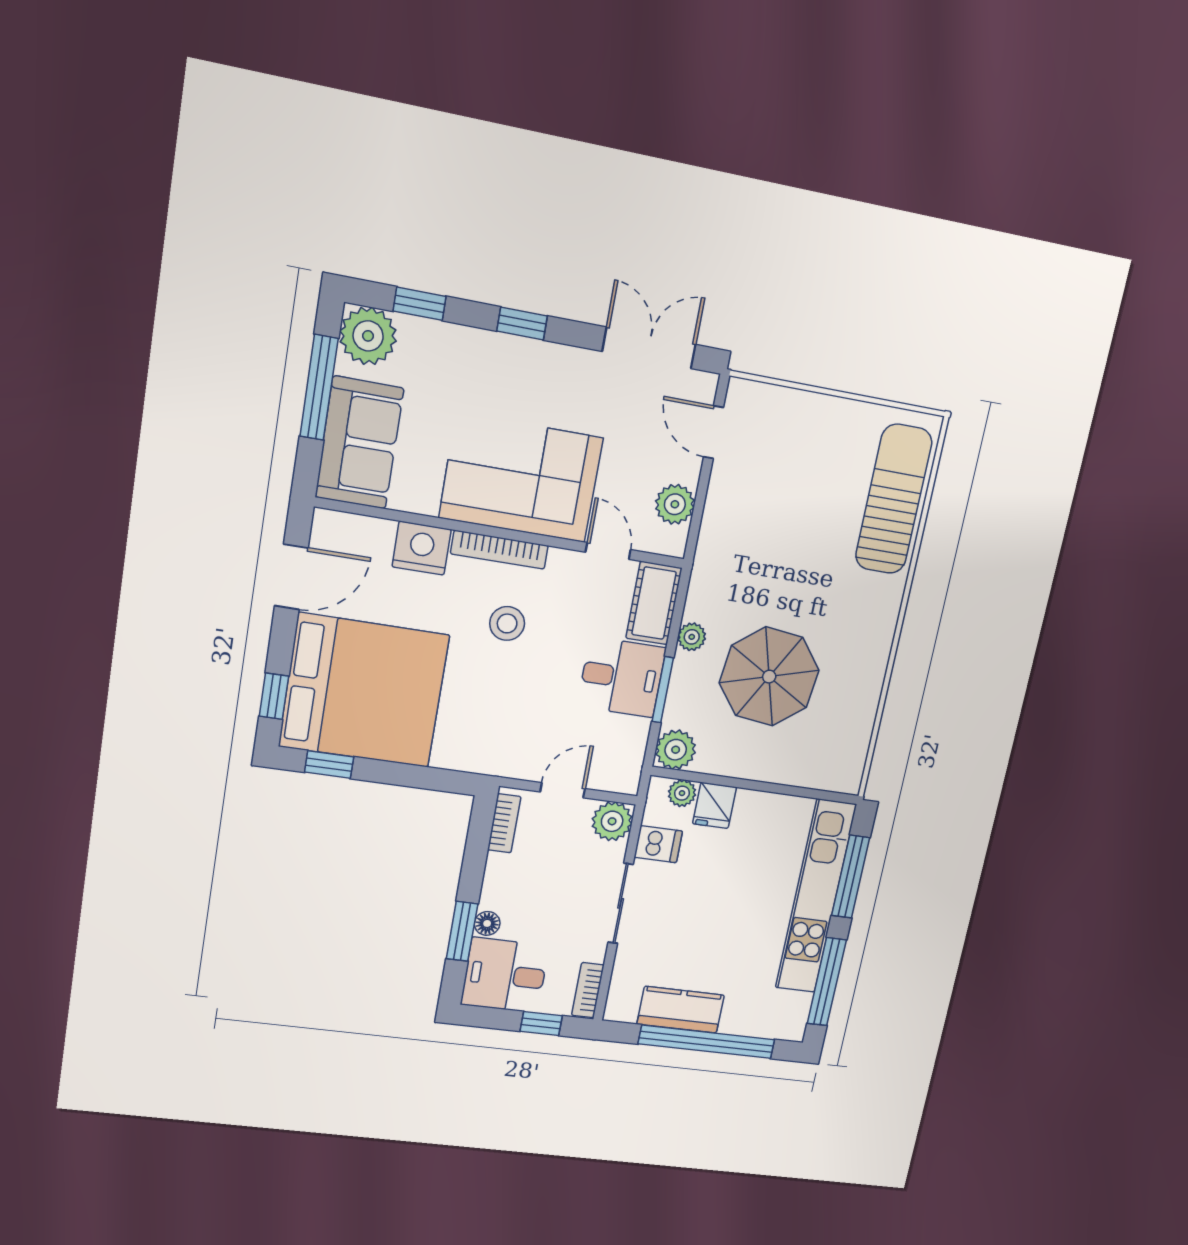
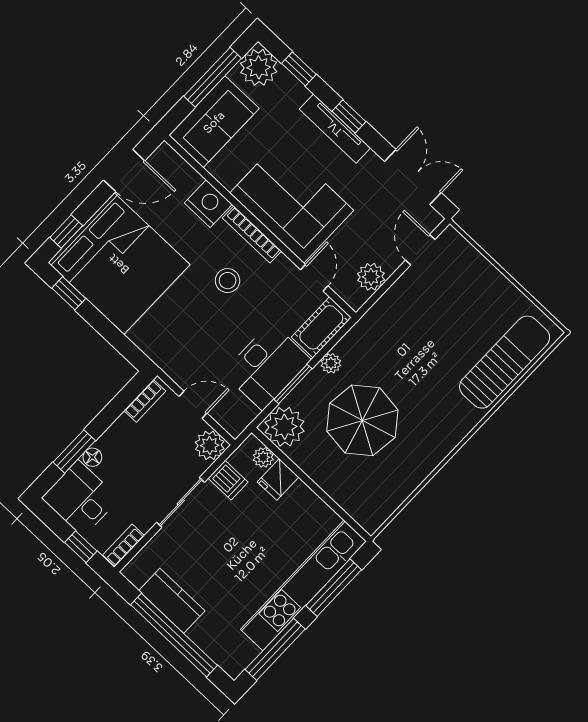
tv unit: (515, 351) -> (335, 129), added
desk: (622, 677) -> (267, 366), width x1.37
plant: (676, 750) -> (285, 427), width x1.36, depth x1.36

